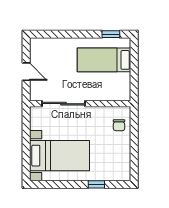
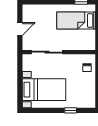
door: (26, 72) -> (20, 29), hinge flipped

